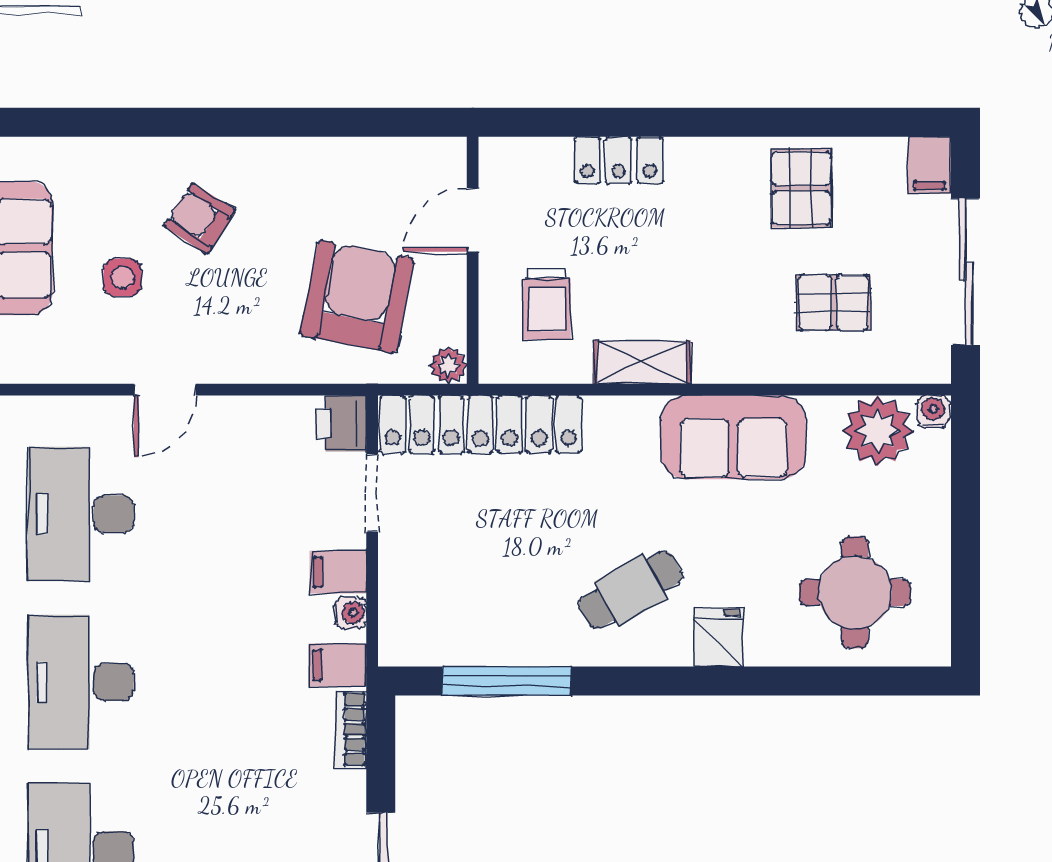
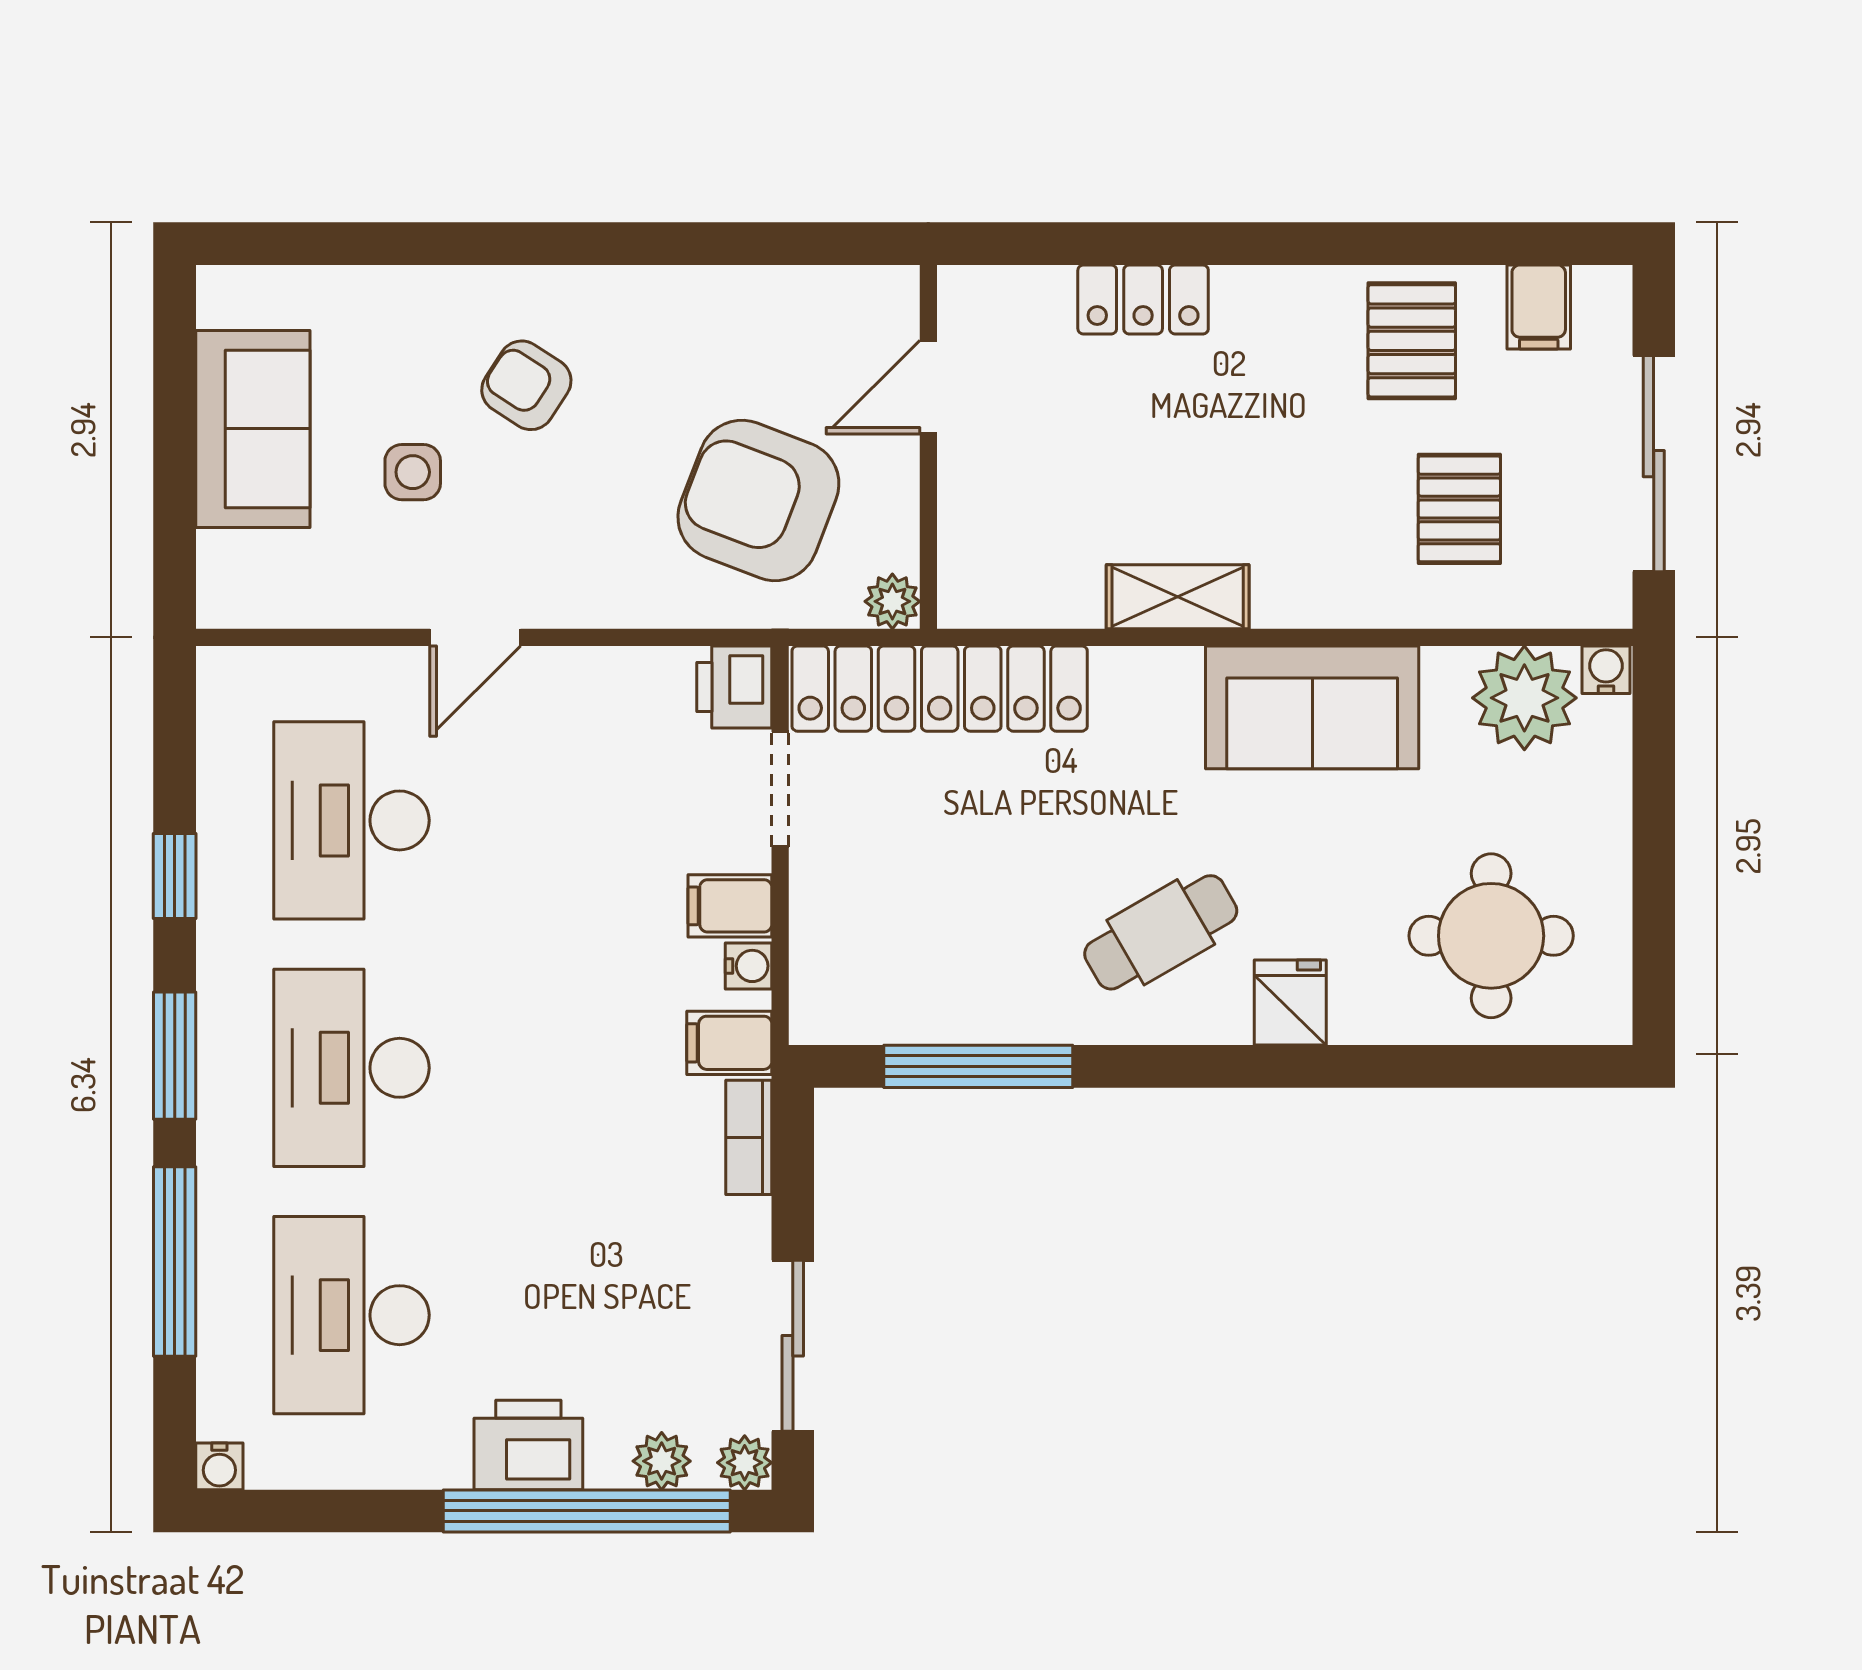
filing cabinet: (930, 165) -> (1539, 307), moved
armchair: (357, 297) -> (758, 500), turned -80
pallet: (833, 302) -> (1459, 509), turned 90
trolley: (547, 304) -> (1038, 511), removed

